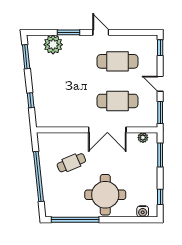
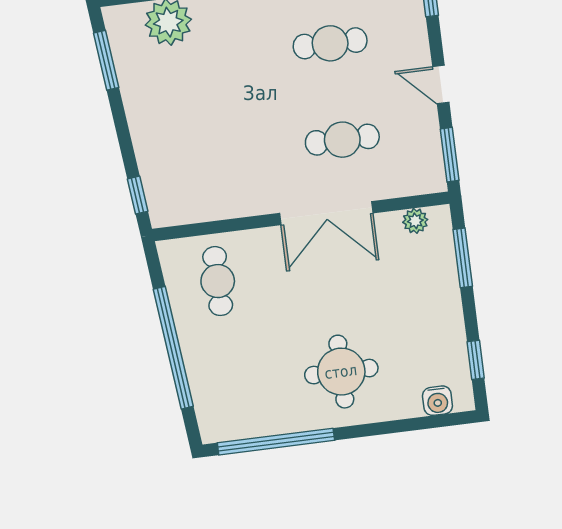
cafe table: (117, 61) -> (330, 43), width x0.73, depth x0.74
window: (31, 100) -> (138, 195), moved
cafe table: (117, 101) -> (342, 140), width x0.73, depth x0.74
cafe table: (71, 163) -> (218, 281), moved, turned -67
round table: (105, 195) -> (341, 372), width x0.73, depth x0.73

